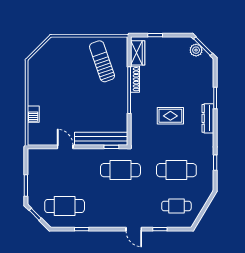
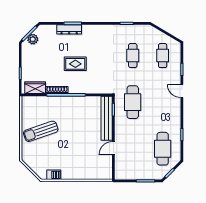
sun lounger: (102, 61) -> (41, 131), moved
barbecue: (33, 114) -> (54, 175), moved
rug: (170, 116) -> (75, 64), moved, turned 90
dresser: (208, 118) -> (69, 29), moved
cafe table: (176, 170) -> (133, 56), width x0.73, depth x0.74
door: (134, 229) -> (182, 91), swing flipped

